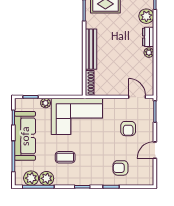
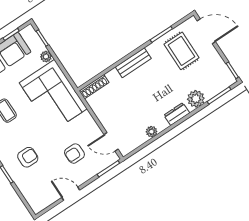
bench: (91, 49) -> (133, 63), width x0.73
plant: (149, 53) -> (152, 132), moved
door: (137, 97) -> (111, 142), swing flipped
armchair: (121, 168) -> (28, 157), moved, turned 90

